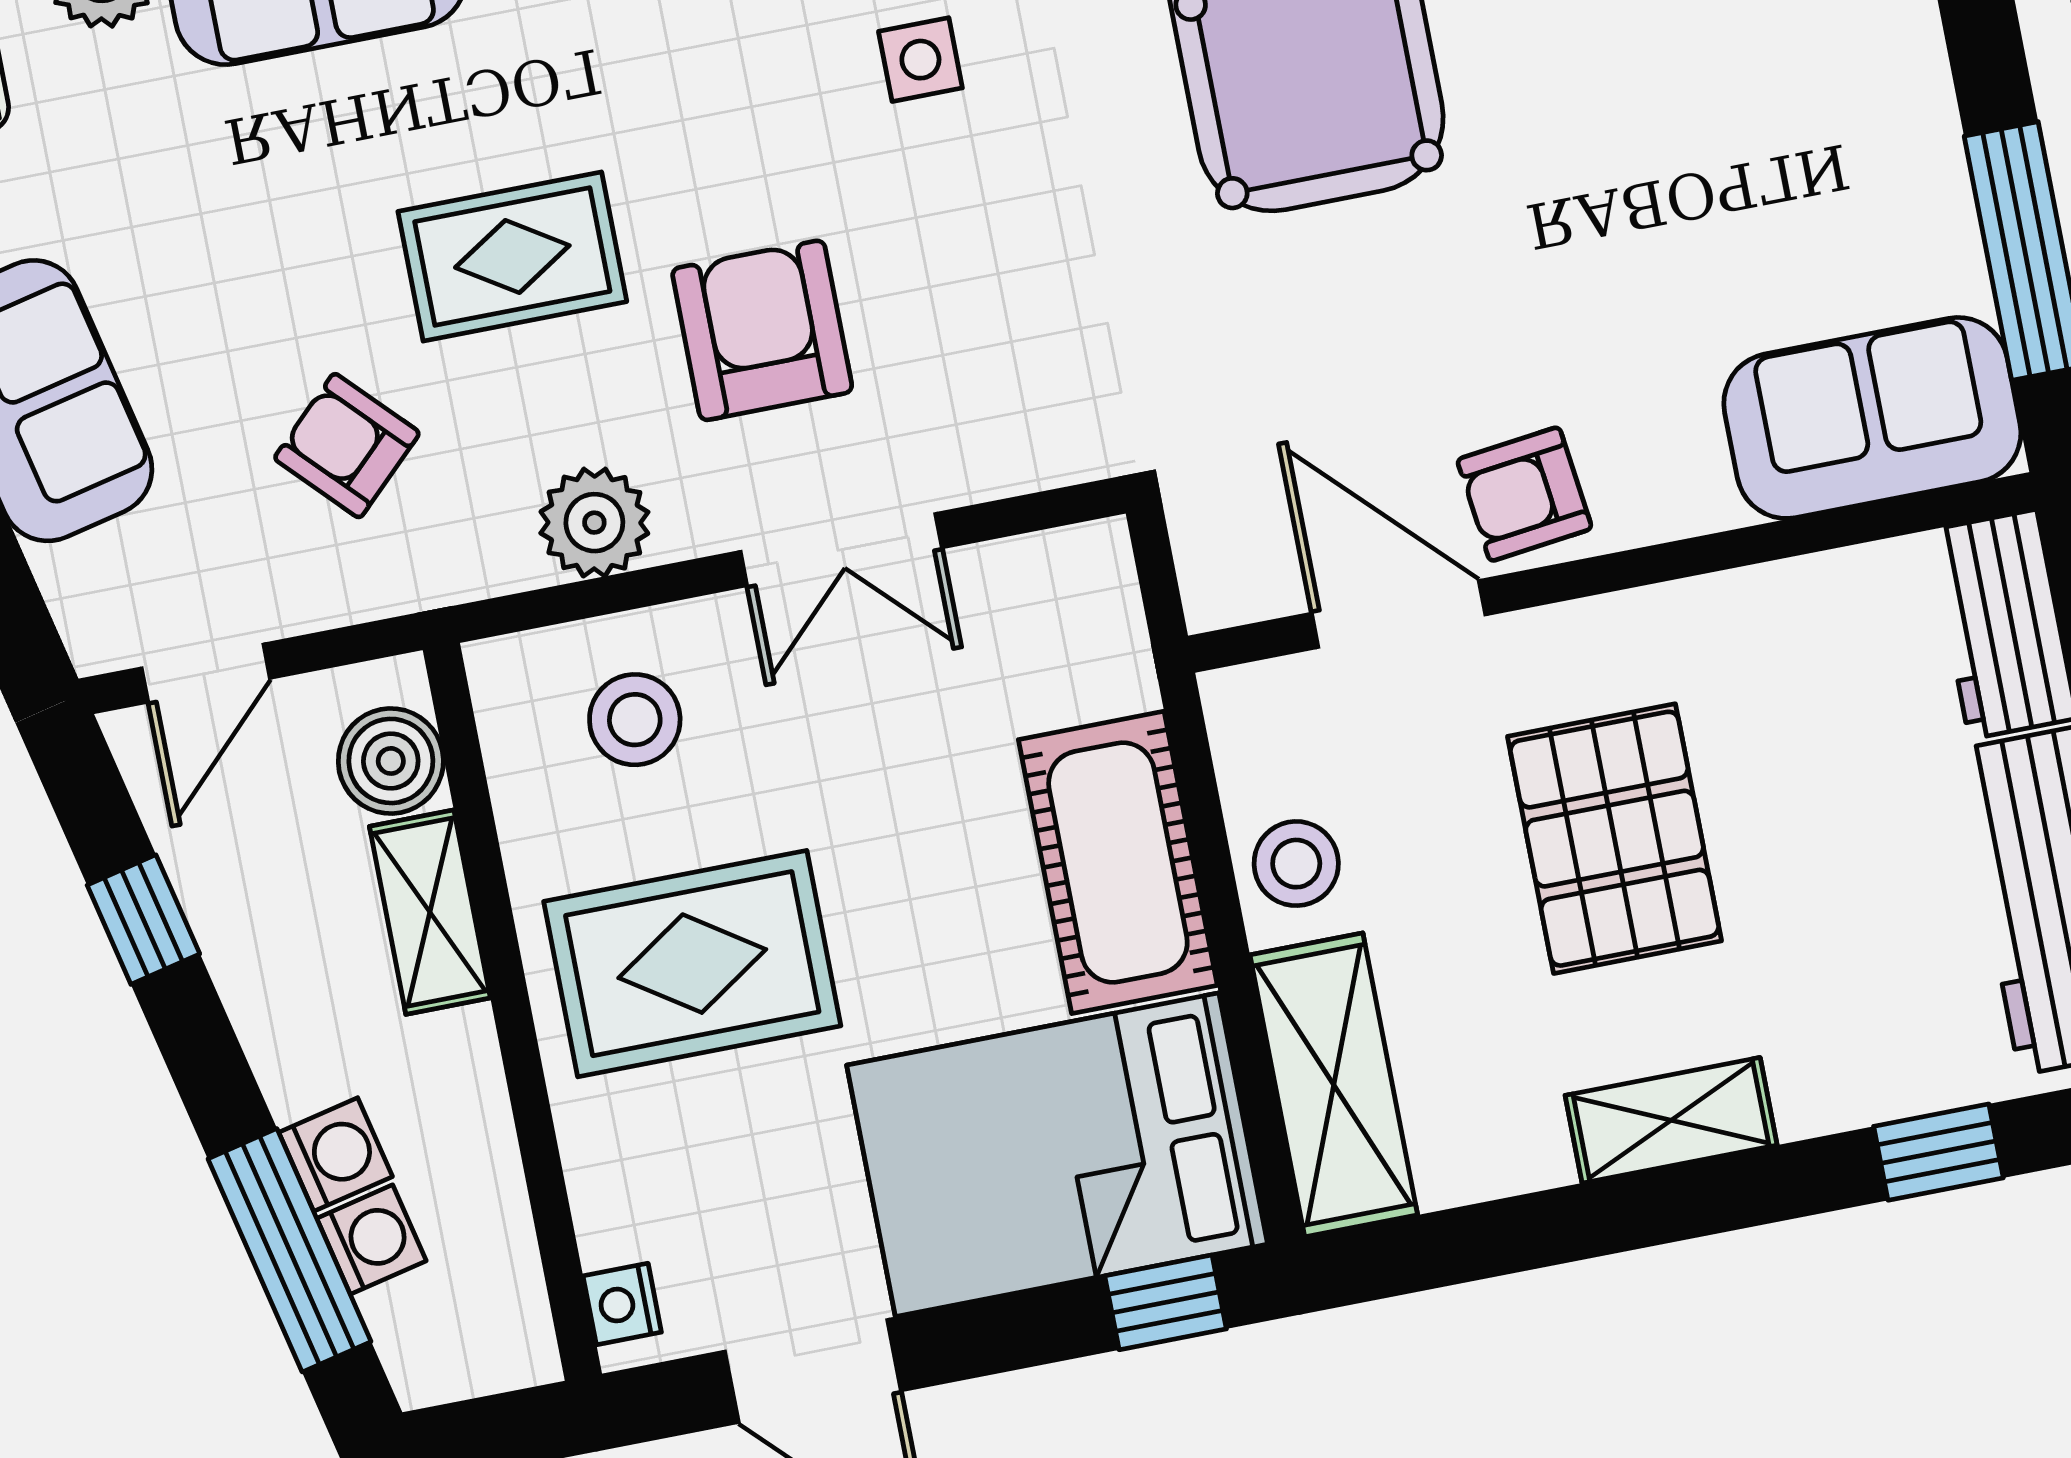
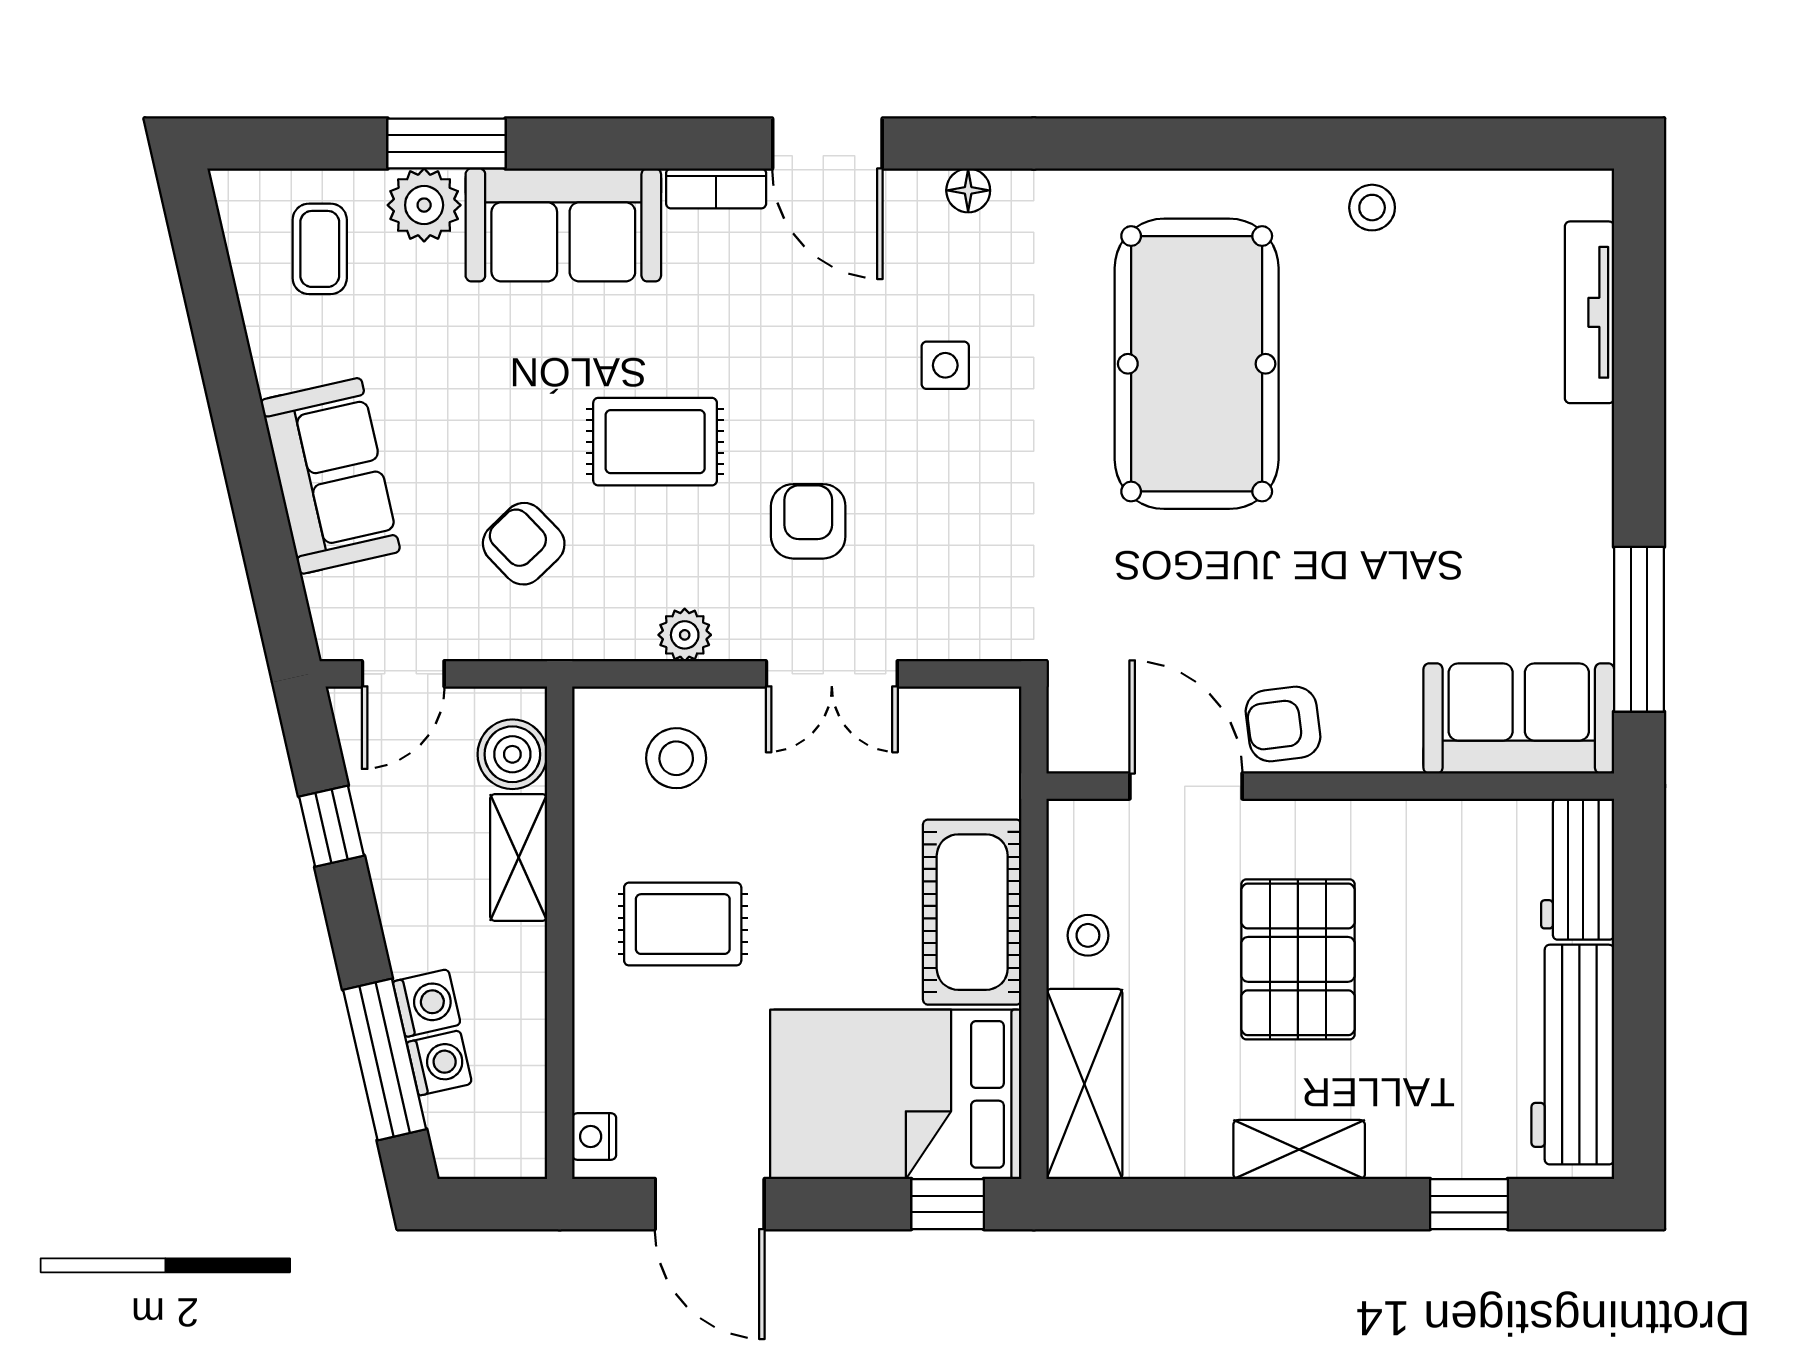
armchair: (762, 330) -> (808, 521), width x0.72, depth x0.72
plant: (594, 523) -> (685, 635), width x0.73, depth x0.73
stool: (1296, 864) -> (1088, 935), width x0.73, depth x0.73
rug: (692, 964) -> (683, 924), width x0.73, depth x0.70

